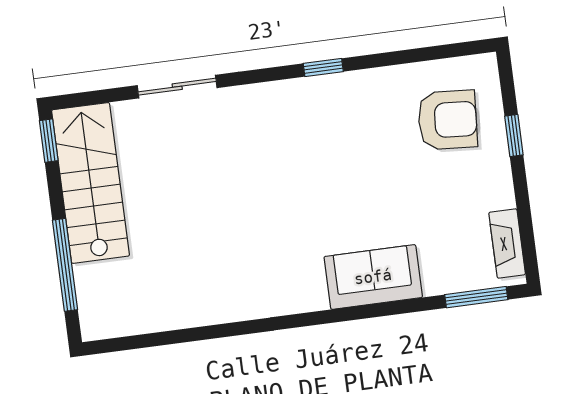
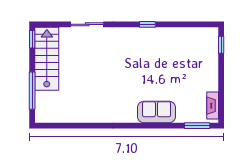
armchair: (448, 120) -> (195, 52), removed
window: (514, 136) -> (221, 45), moved

